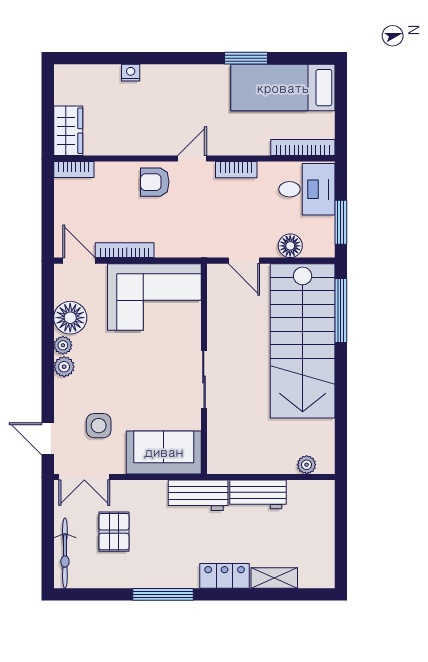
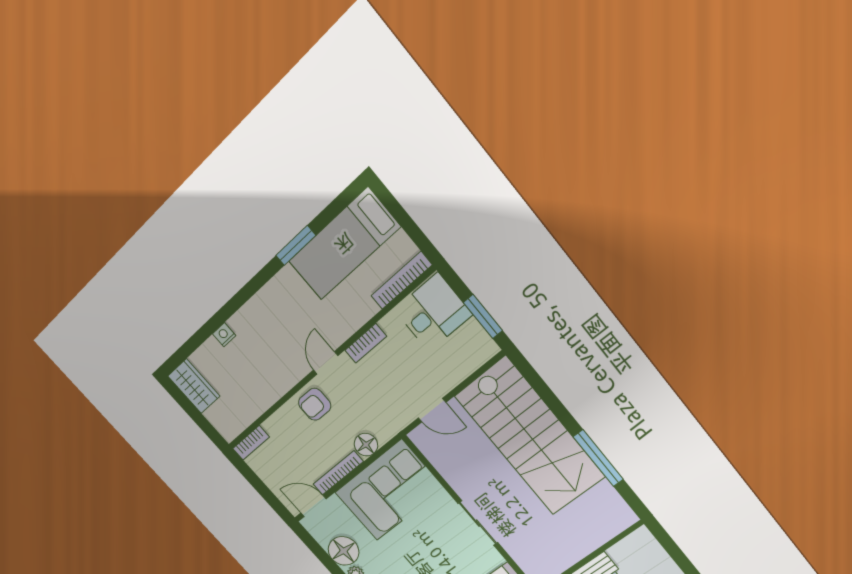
wardrobe: (68, 131) -> (194, 386), moved
floor lamp: (290, 246) -> (366, 445), moved
window: (341, 311) -> (598, 458), moved
plant: (307, 465) -> (611, 529), removed

